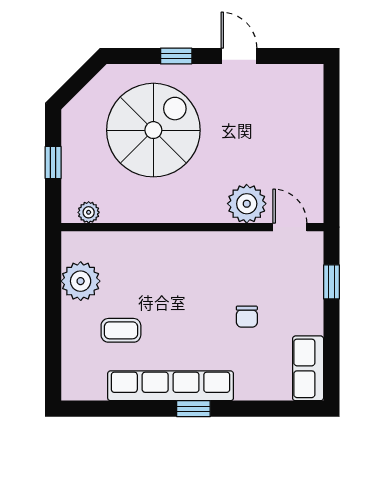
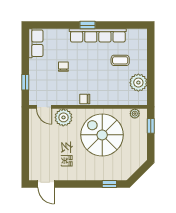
window: (176, 56) -> (109, 184), moved
door: (239, 56) -> (46, 184), moved
spiral stairs: (153, 130) -> (102, 135), moved, turned 90
window: (53, 163) -> (151, 126), moved
chair: (200, 245) -> (85, 99), added

